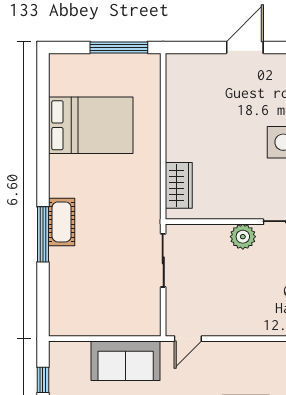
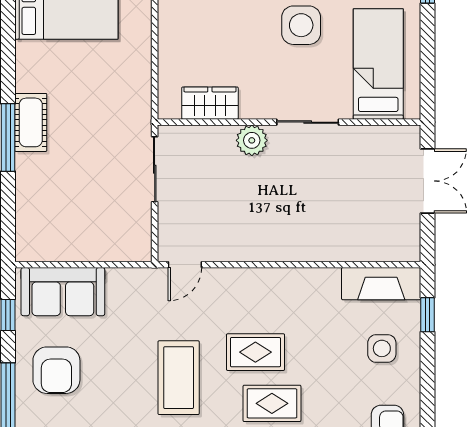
wardrobe: (179, 185) -> (210, 103), moved, turned -90
sofa: (126, 361) -> (63, 292), moved

